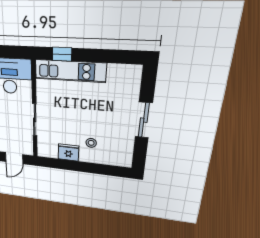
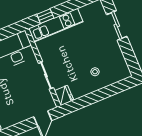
sliding door: (144, 120) -> (117, 25), moved
fridge: (68, 152) -> (64, 95), moved, turned 90

